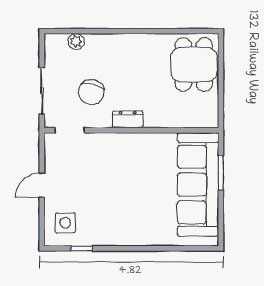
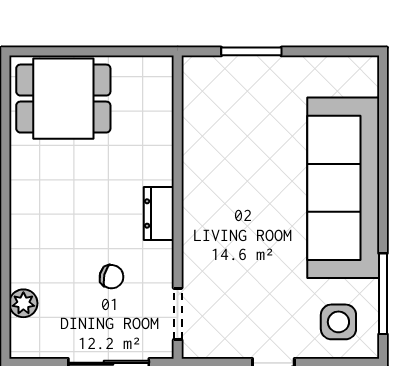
chair: (91, 92) -> (111, 277), width x0.54, depth x0.54
sofa: (198, 185) -> (343, 188), moved, turned 90
window: (81, 248) -> (383, 294), width x2.17

